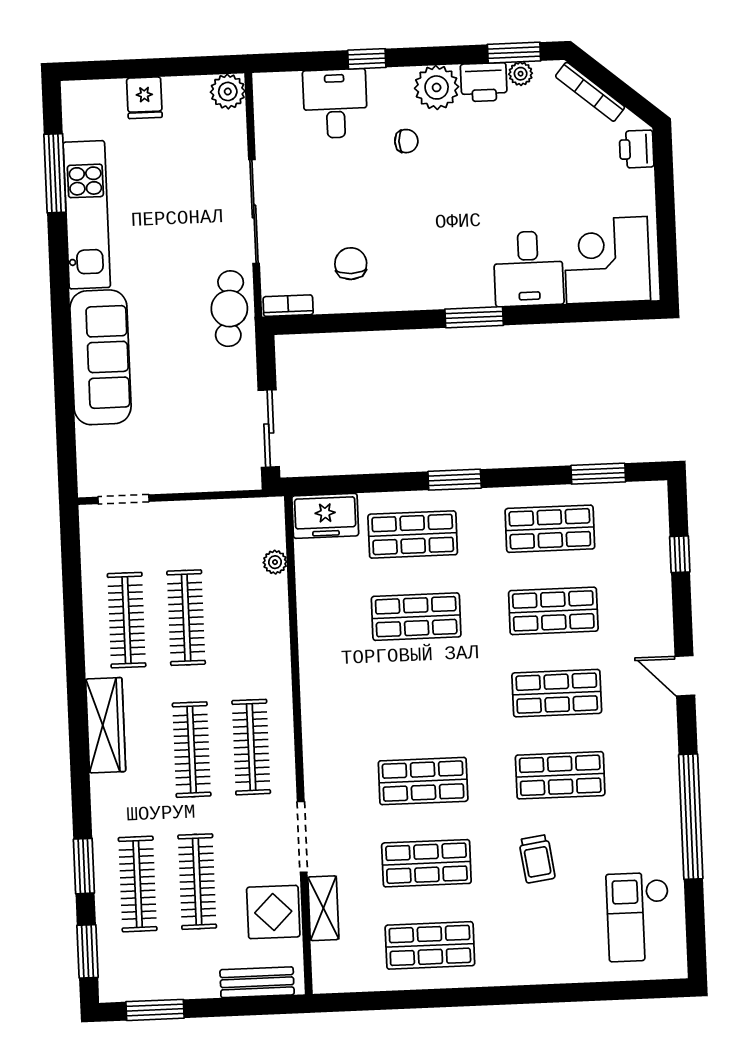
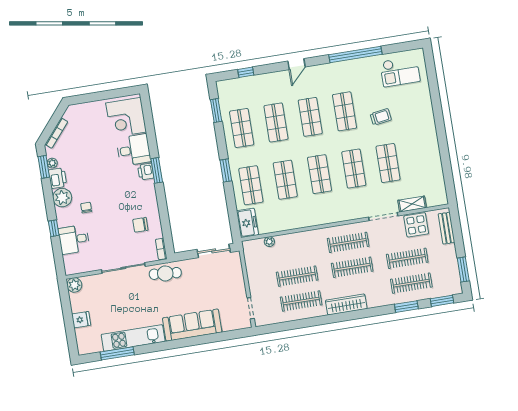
printer: (637, 149) -> (146, 172), moved, turned 90
shop shelf: (430, 945) -> (319, 174), moved

